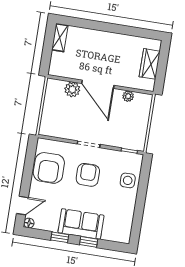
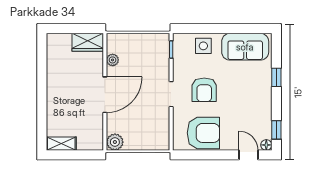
wardrobe: (150, 64) -> (88, 42), moved
plant: (72, 89) -> (115, 142), moved
armchair: (88, 175) -> (204, 90), turned -90
sofa: (81, 224) -> (245, 47), moved, turned -90
window: (60, 237) -> (276, 130), moved

